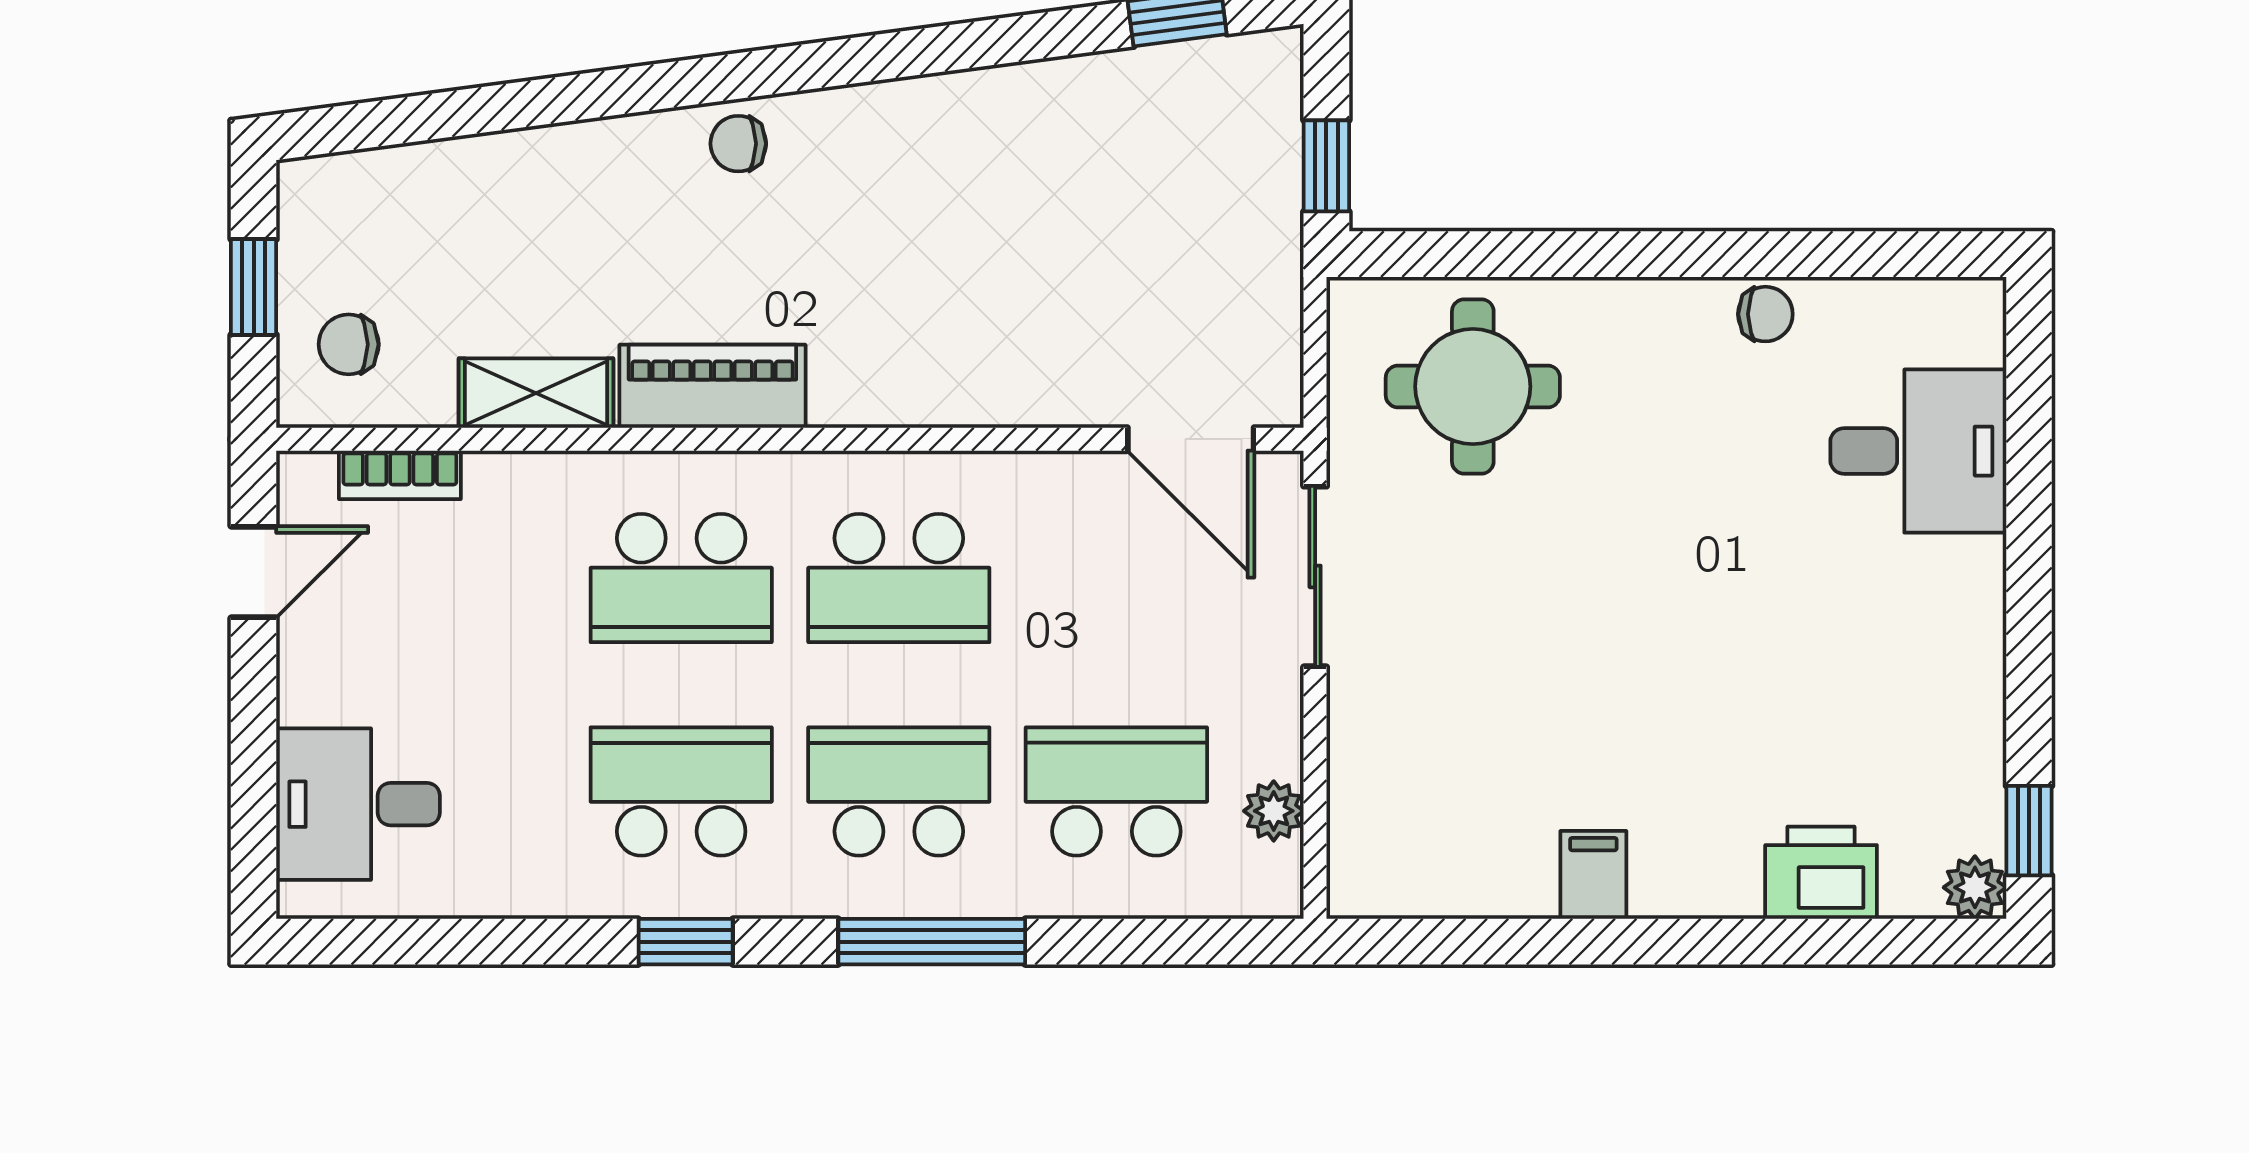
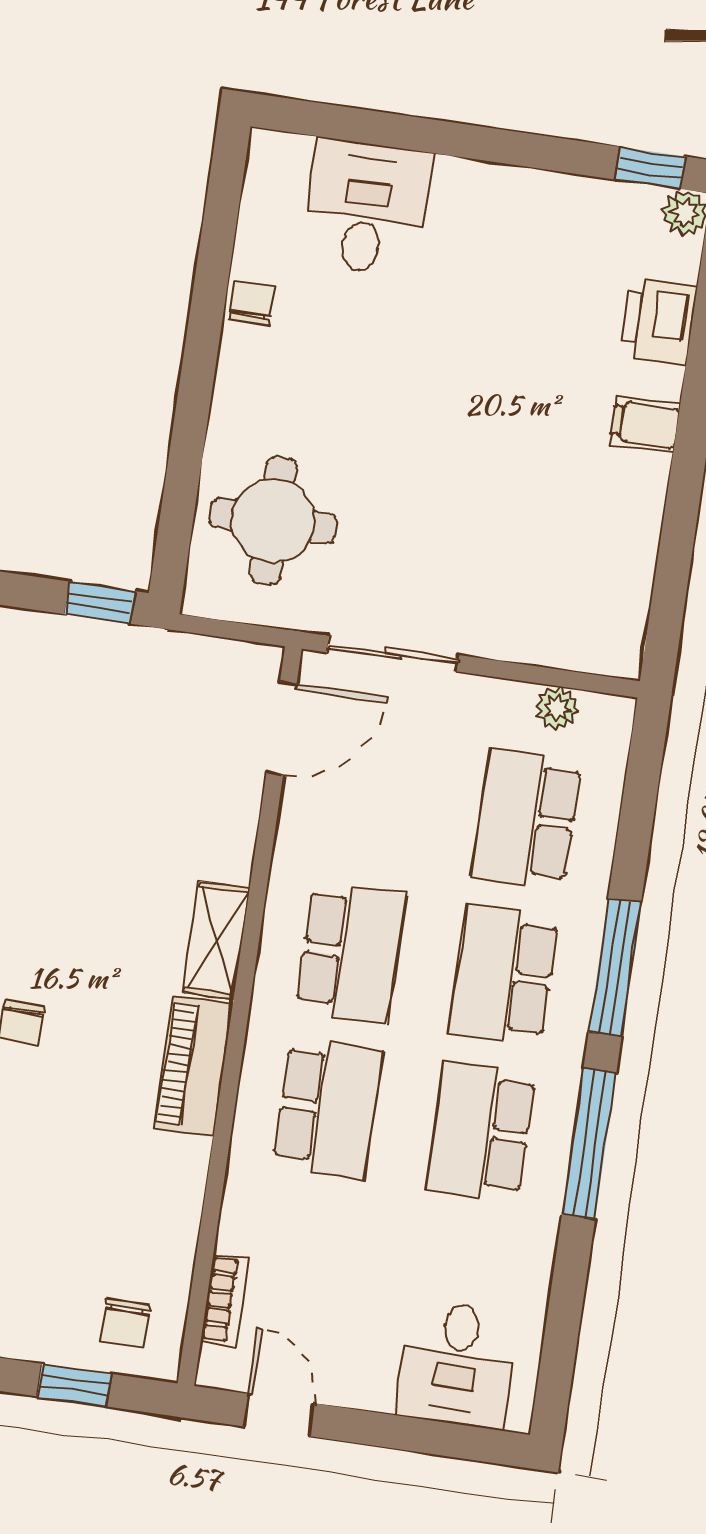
shelving: (536, 393) -> (217, 940), moved
filing cabinet: (1593, 875) -> (645, 425), moved
window: (686, 942) -> (589, 1144), width x2.17

